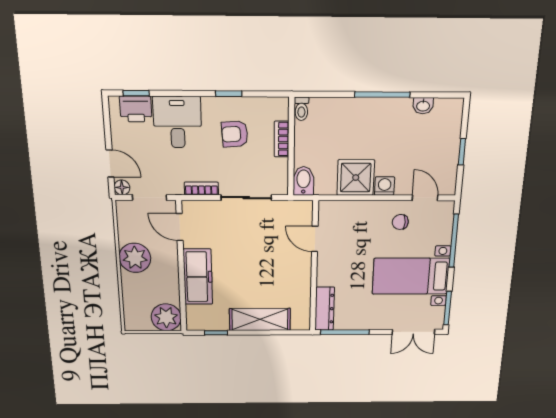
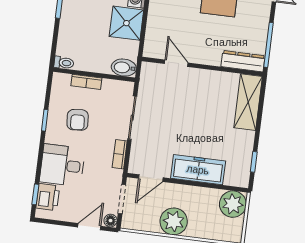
door: (315, 239) -> (176, 63), swing flipped
shelving: (260, 319) -> (248, 102), moved

